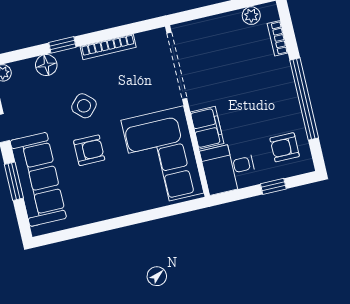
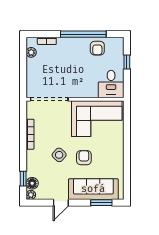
window: (62, 45) -> (23, 179), moved
floor lamp: (46, 65) -> (32, 183), moved
filing cabinet: (207, 128) -> (87, 91), removed
armchair: (285, 147) -> (97, 48), moved
window: (14, 181) -> (101, 203), moved

